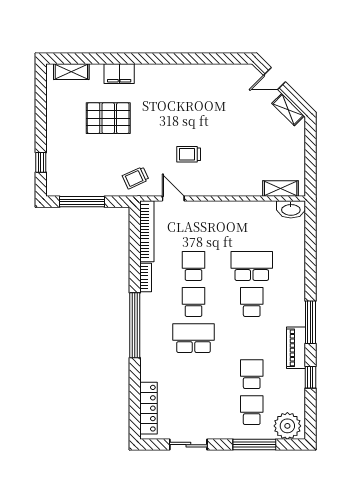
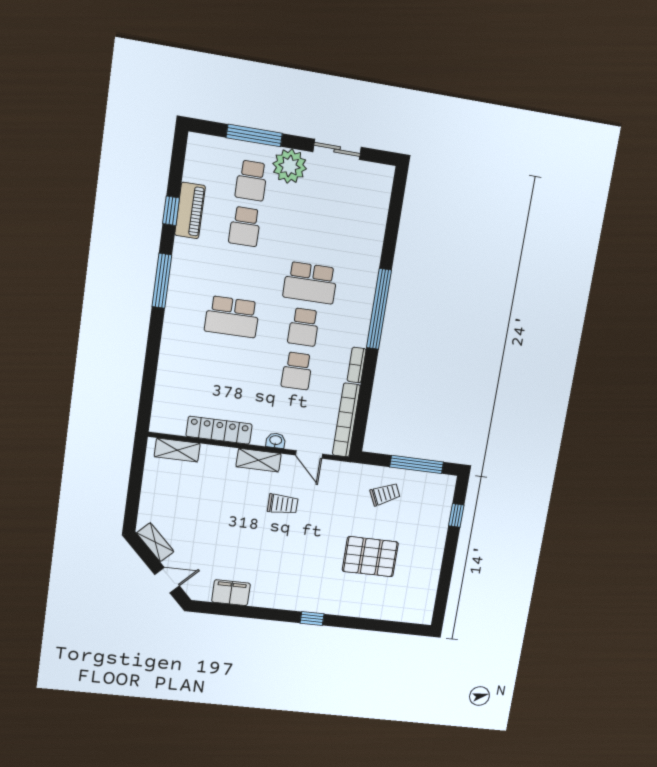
window: (149, 59) -> (312, 619), added
shelving: (71, 72) -> (259, 460), moved
filing cabinet: (119, 74) -> (231, 593), moved
trolley: (136, 178) -> (385, 494), moved
washbasin: (291, 209) -> (276, 441), moved, width x0.52, depth x0.69
school desk: (252, 266) -> (226, 361), removed
school desk: (252, 302) -> (232, 317), width x1.85
piano: (296, 348) -> (190, 210), moved
locker: (149, 408) -> (219, 430), moved, turned 90
plant: (287, 426) -> (290, 166), moved

